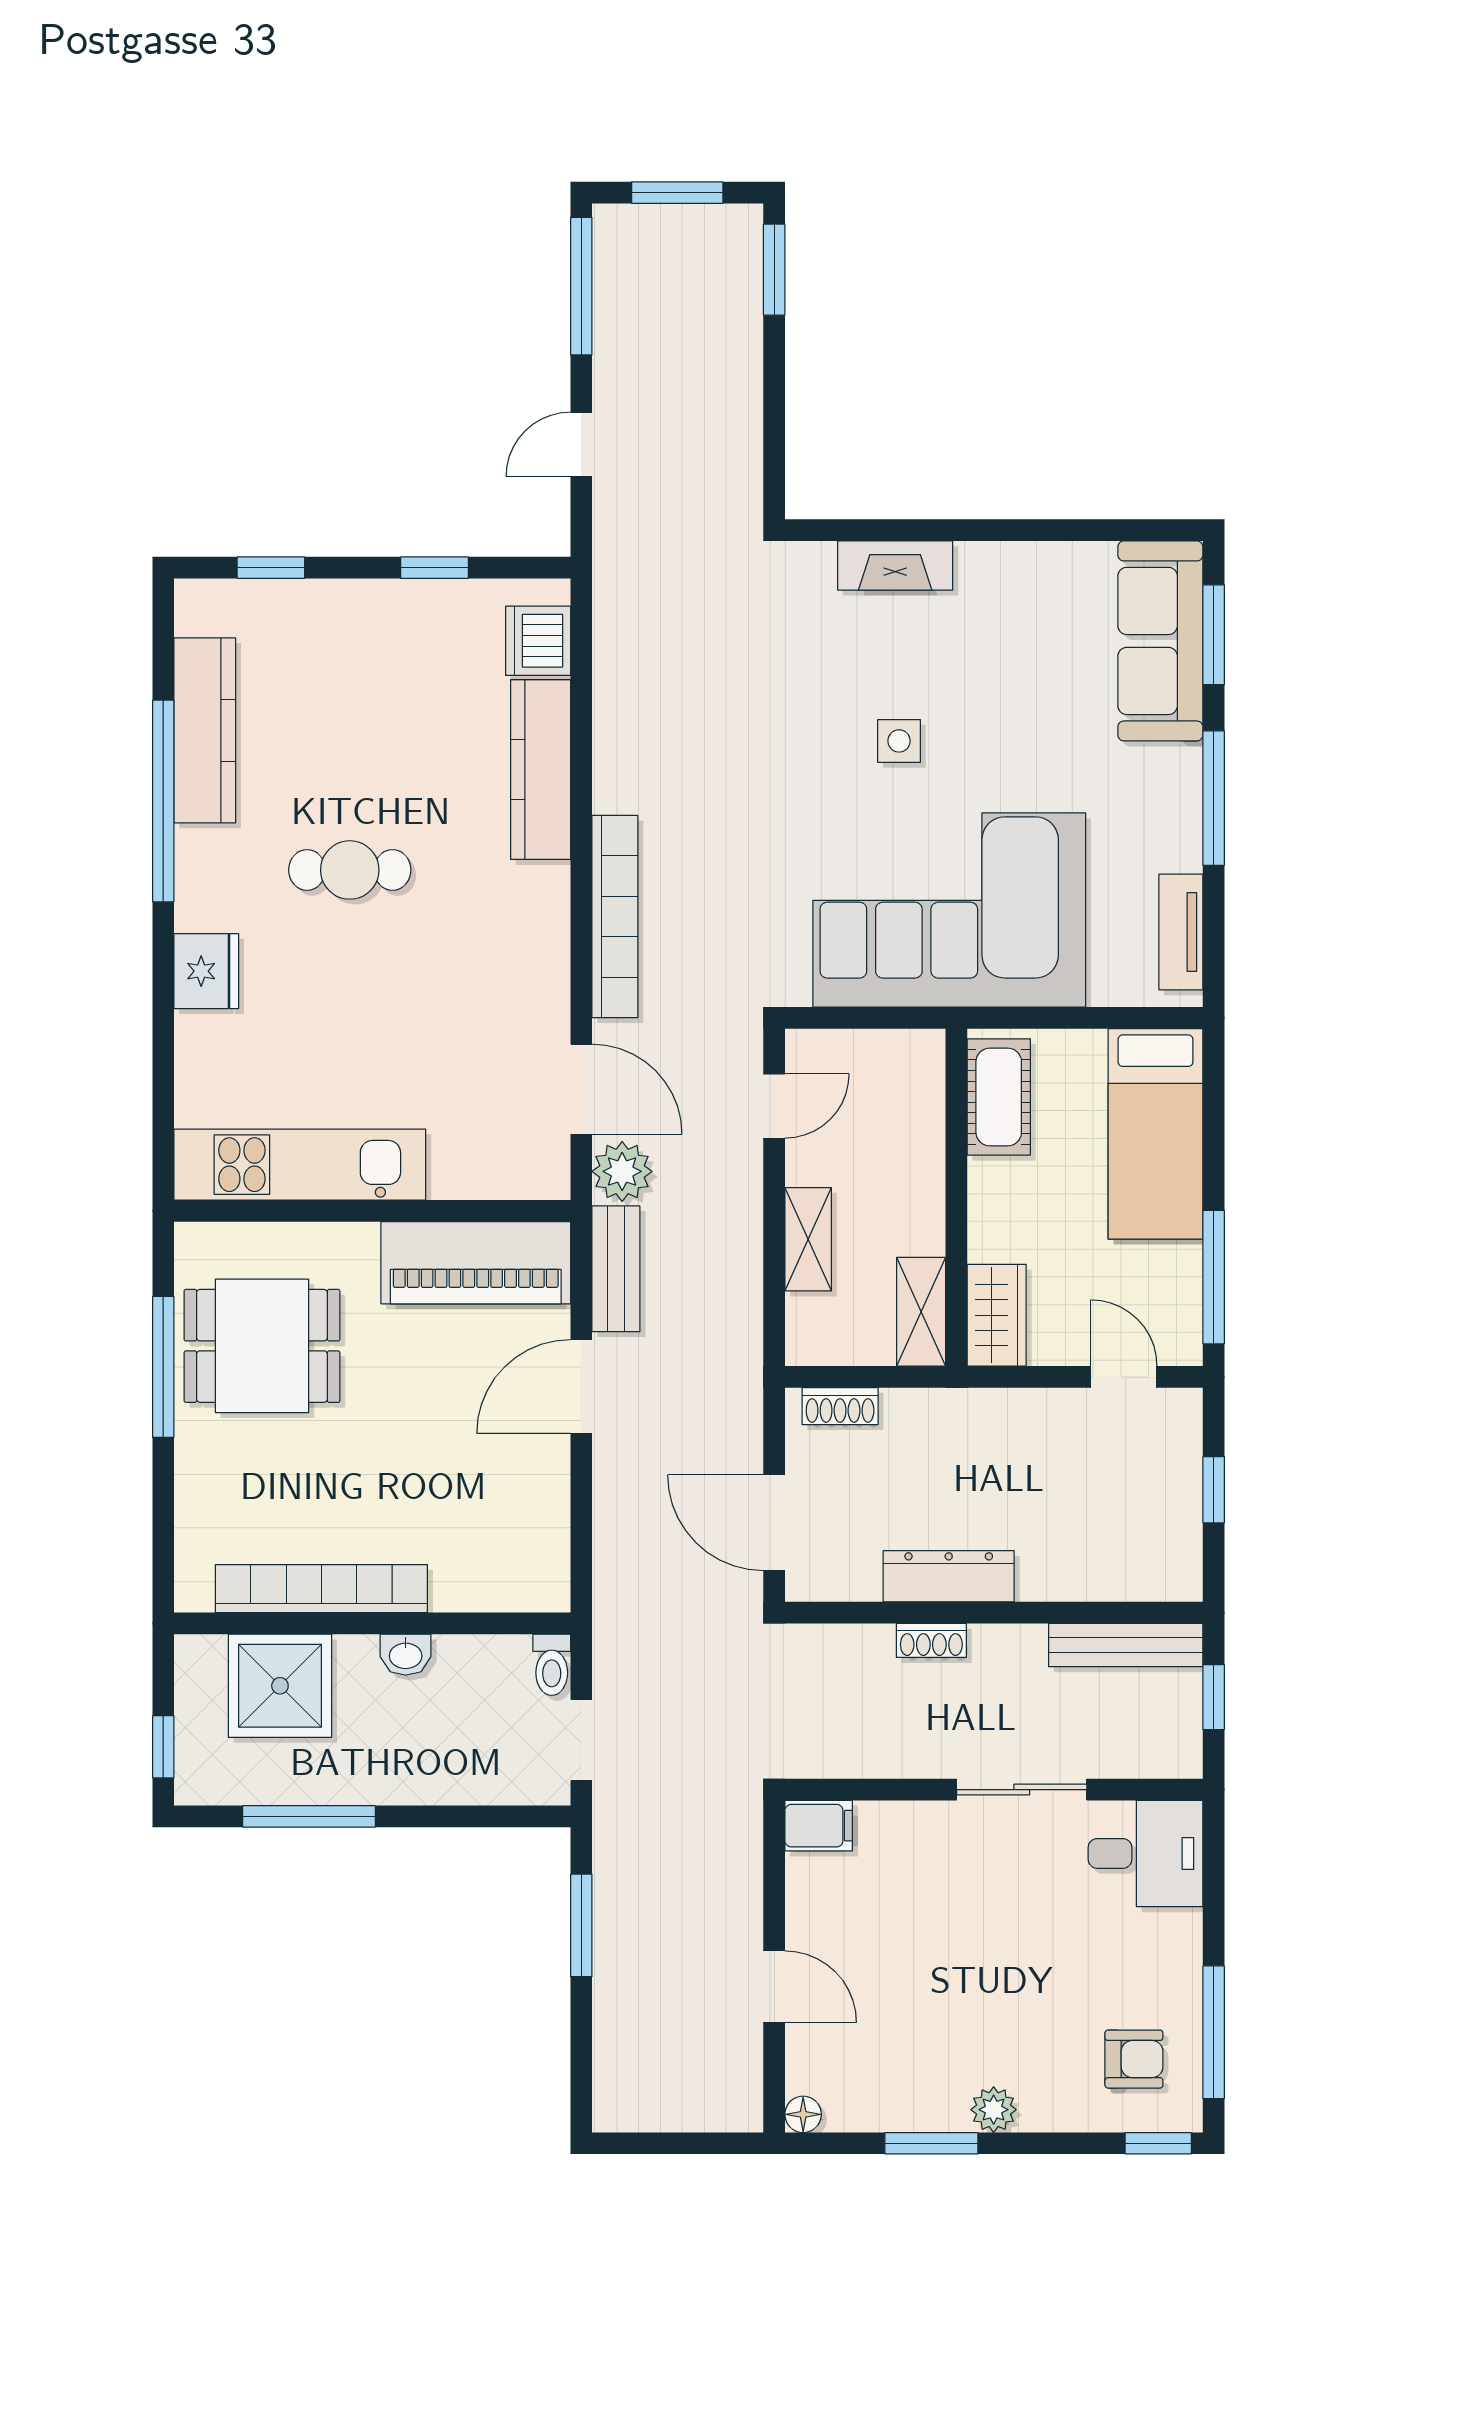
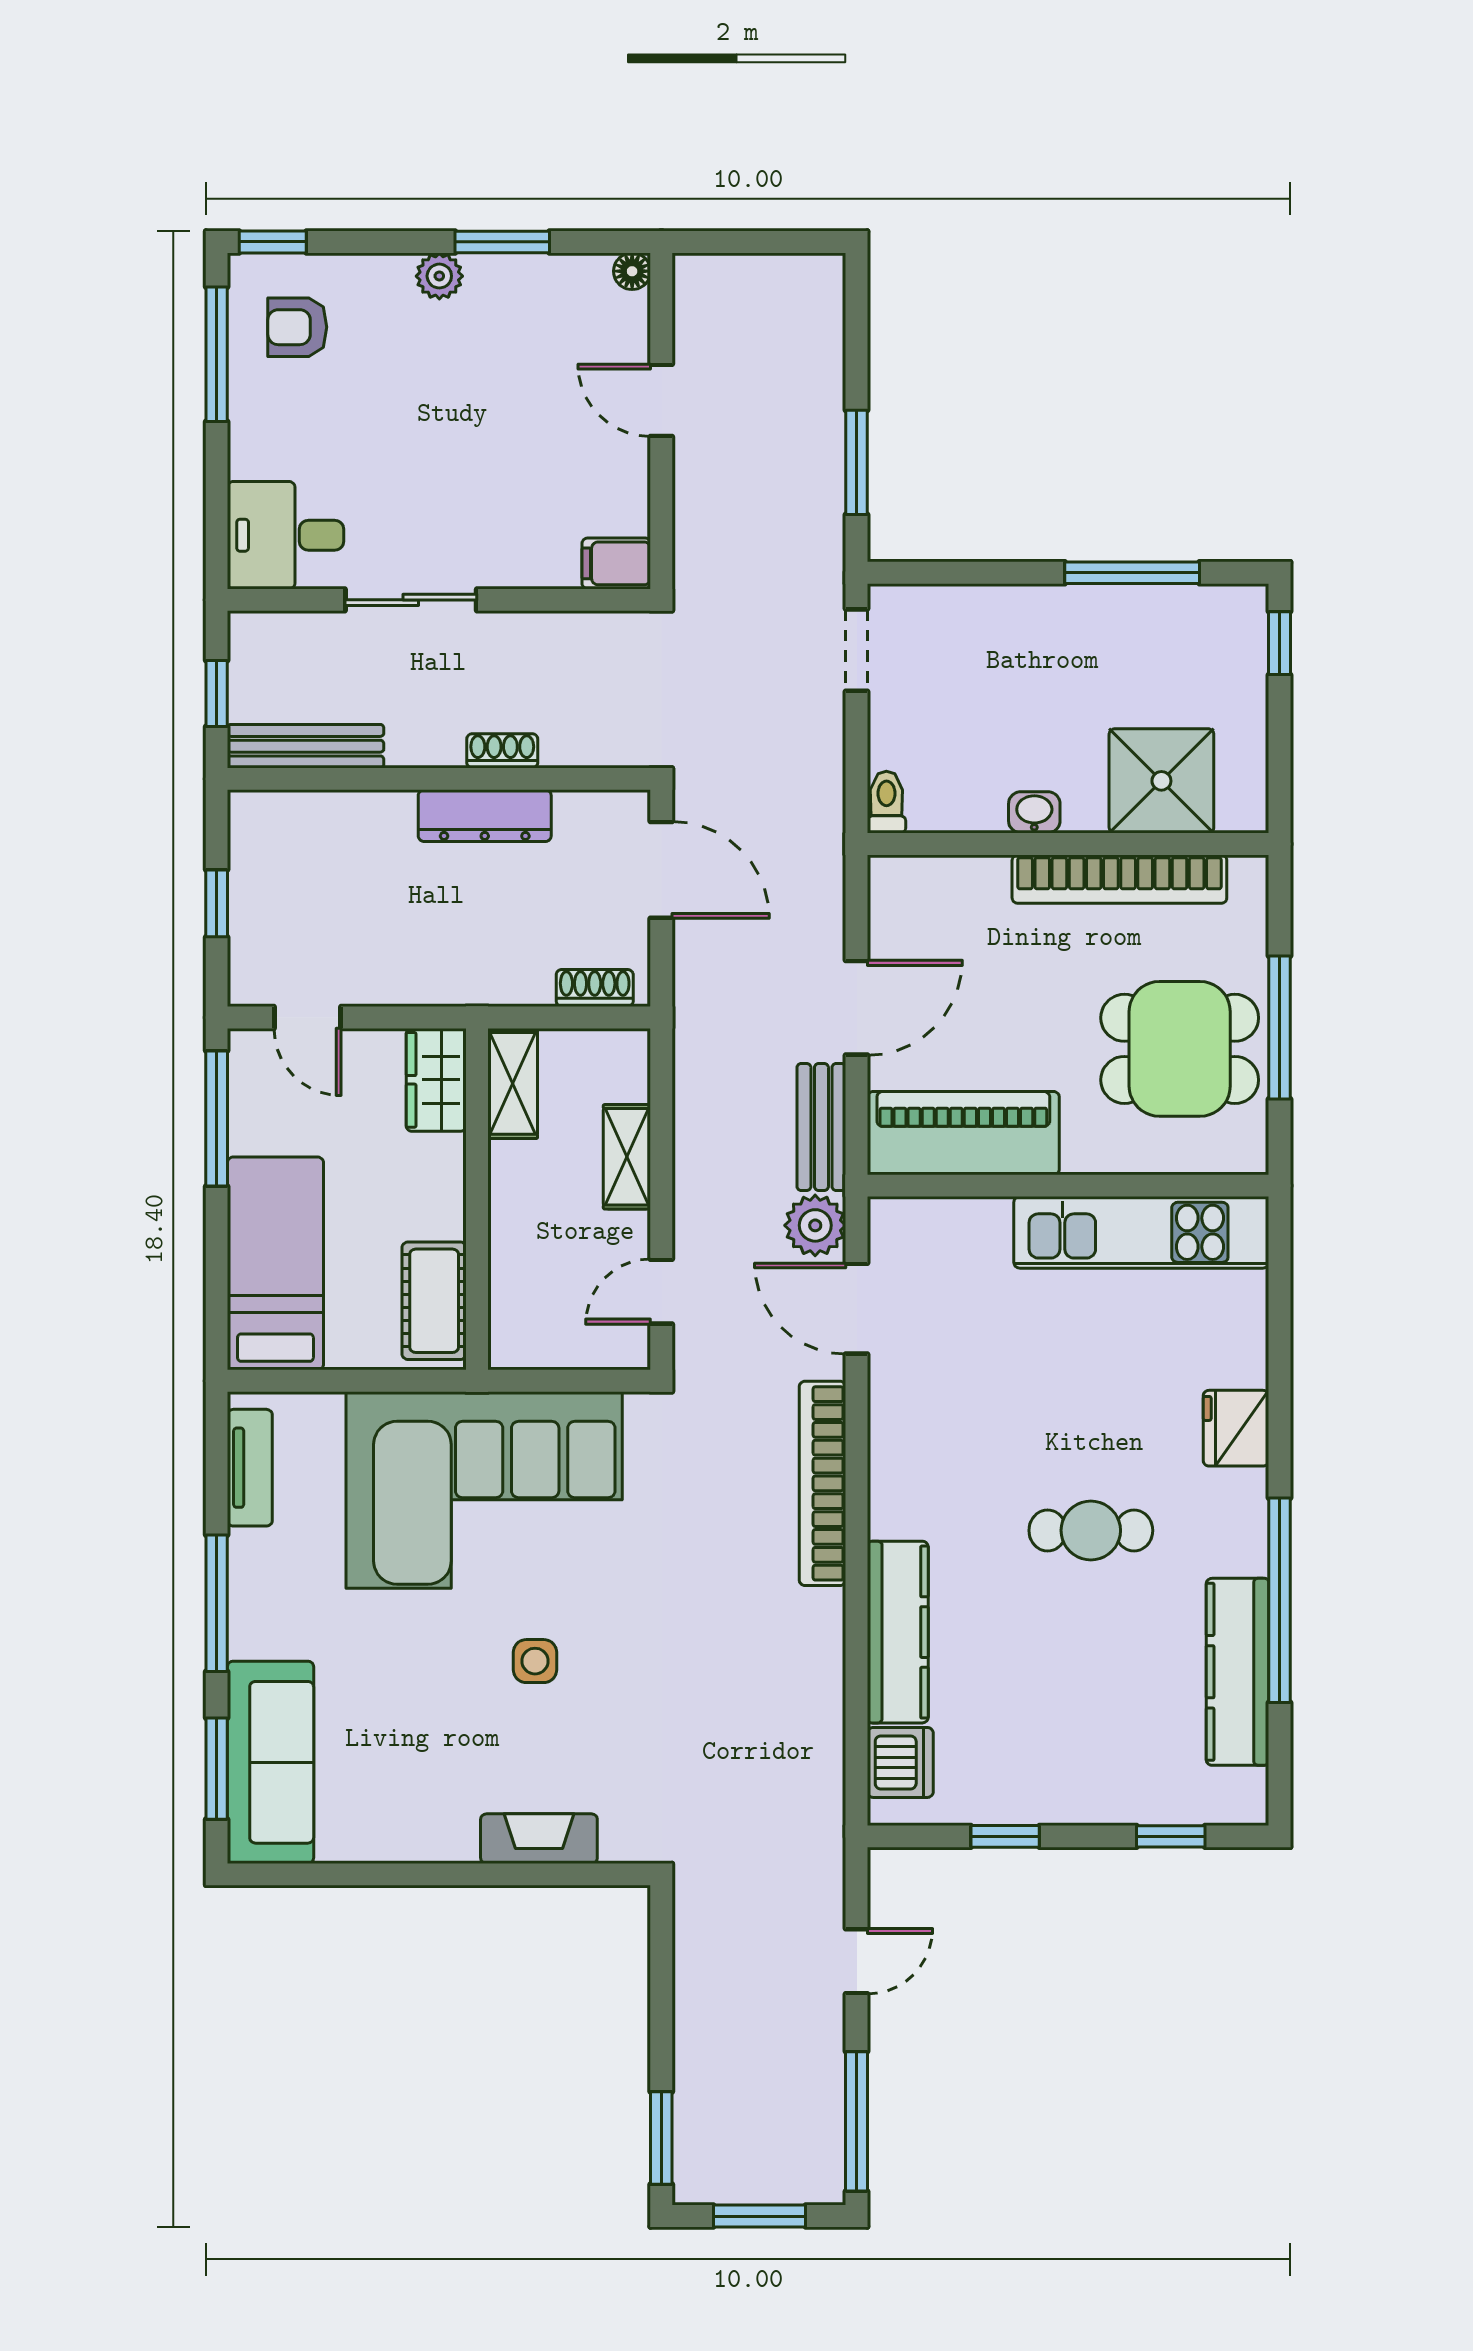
bookcase: (321, 1589) -> (1119, 879), moved
wall: (372, 1623) -> (1068, 844), moved
washbasin: (406, 1655) -> (1034, 812), moved
toilet: (552, 1665) -> (886, 802), moved
shower: (280, 1686) -> (1161, 781), moved

